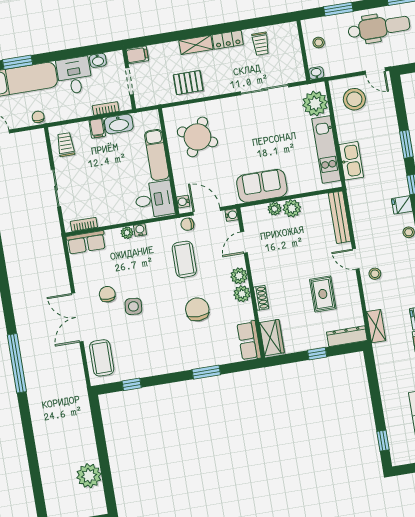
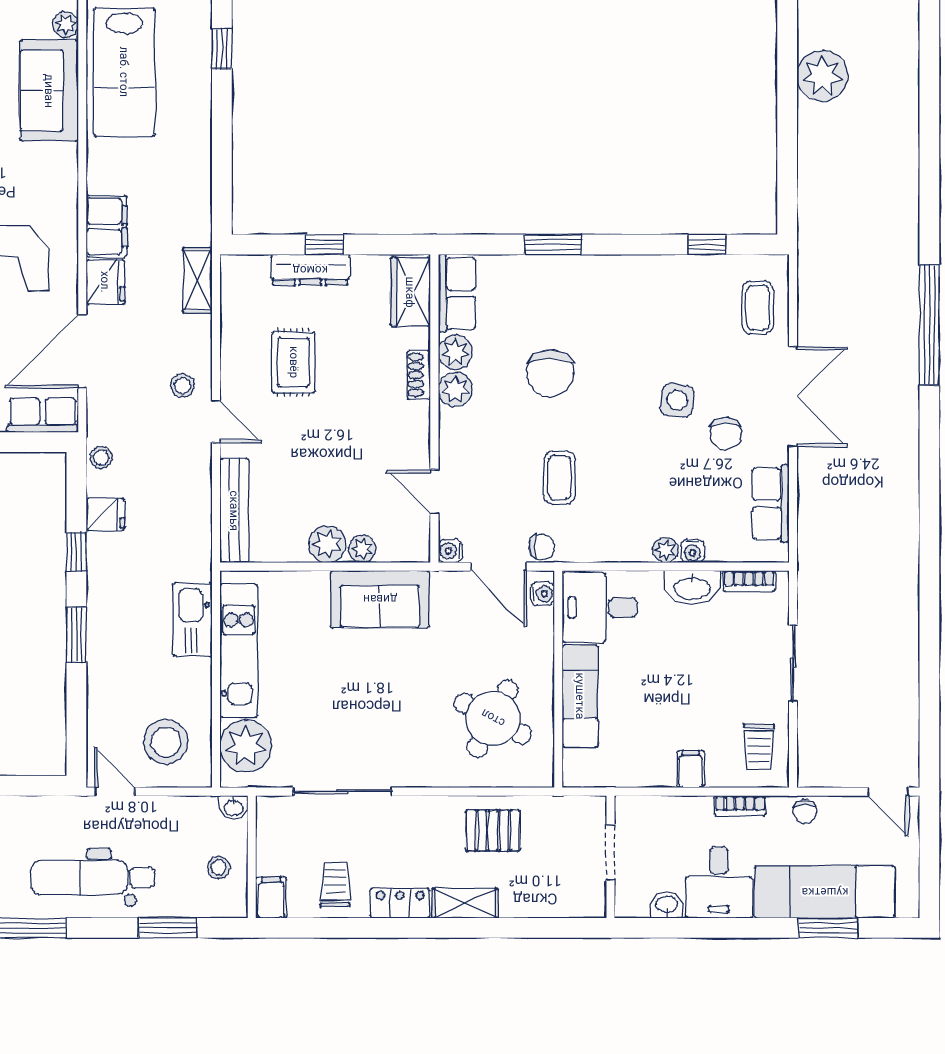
filing cabinet: (137, 55) -> (271, 898), moved, turned 90
bookcase: (106, 109) -> (740, 806), moved
washbasin: (119, 124) -> (692, 588), moved, turned 180
water cooler: (140, 230) -> (692, 551), moved
row of seats: (86, 242) -> (771, 504), moved, turned -90
door: (244, 242) -> (434, 492), swing flipped
coffee table: (184, 259) -> (560, 478), width x0.73, depth x0.77
plant: (239, 276) -> (455, 352), moved
dresser: (347, 336) -> (310, 270), moved
coffee table: (102, 358) -> (758, 308), width x0.73, depth x0.77

